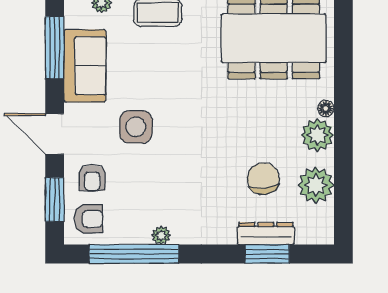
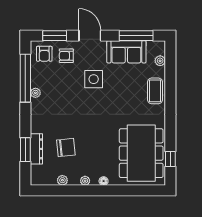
door: (55, 134) -> (90, 36), hinge flipped
plant: (317, 135) -> (85, 181), width x0.53, depth x0.53
plant: (316, 185) -> (62, 180), width x0.53, depth x0.53

